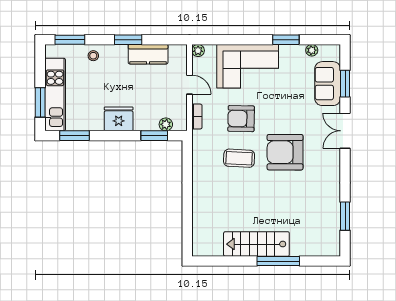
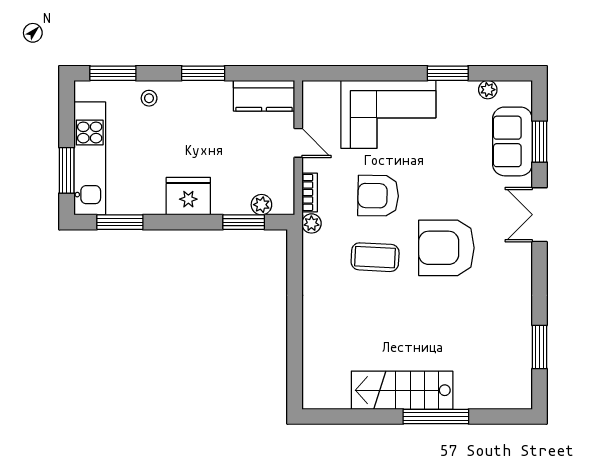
plant: (198, 51) -> (311, 223), moved
kitchen counter: (148, 54) -> (264, 96), moved

